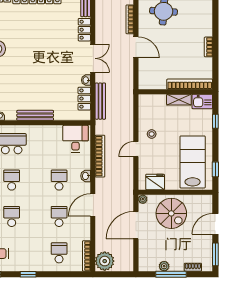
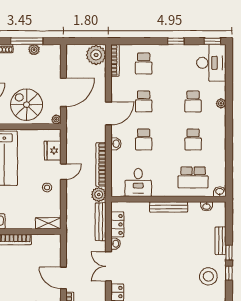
shelving: (179, 100) -> (48, 223), moved
plant: (102, 127) -> (99, 195), added
desk: (75, 139) -> (138, 182), moved
fridge: (155, 182) -> (53, 151), moved, turned 90

